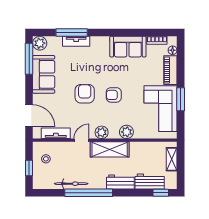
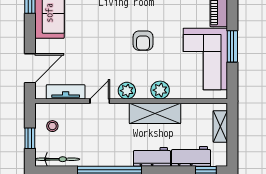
armchair: (85, 94) -> (104, 39), removed
armchair: (114, 95) -> (143, 41), turned -90
door: (29, 116) -> (30, 68), hinge flipped
shelving: (110, 149) -> (155, 113), moved
bicycle: (71, 184) -> (57, 159), moved

